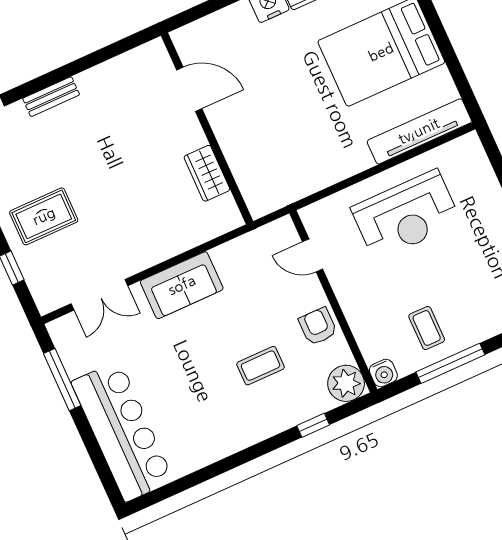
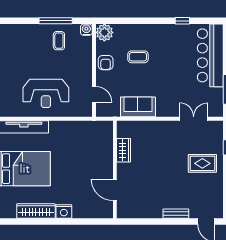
reception desk: (406, 215) -> (46, 93), turned 180
sofa: (182, 285) -> (138, 107), moved
window: (313, 425) -> (182, 21), moved

